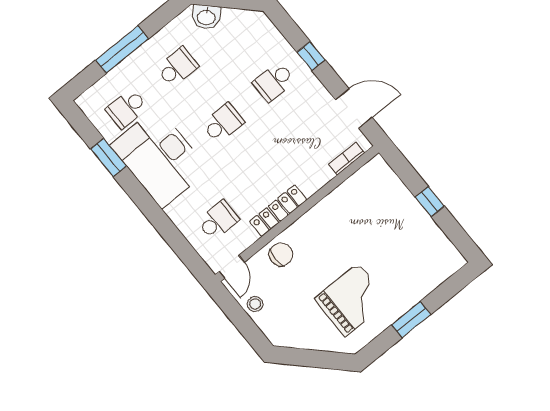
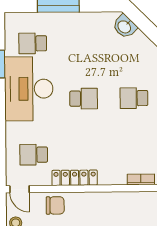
school desk: (177, 67) -> (83, 43), removed
school desk: (218, 220) -> (34, 155), turned 180
door: (232, 267) -> (19, 189), hinge flipped

